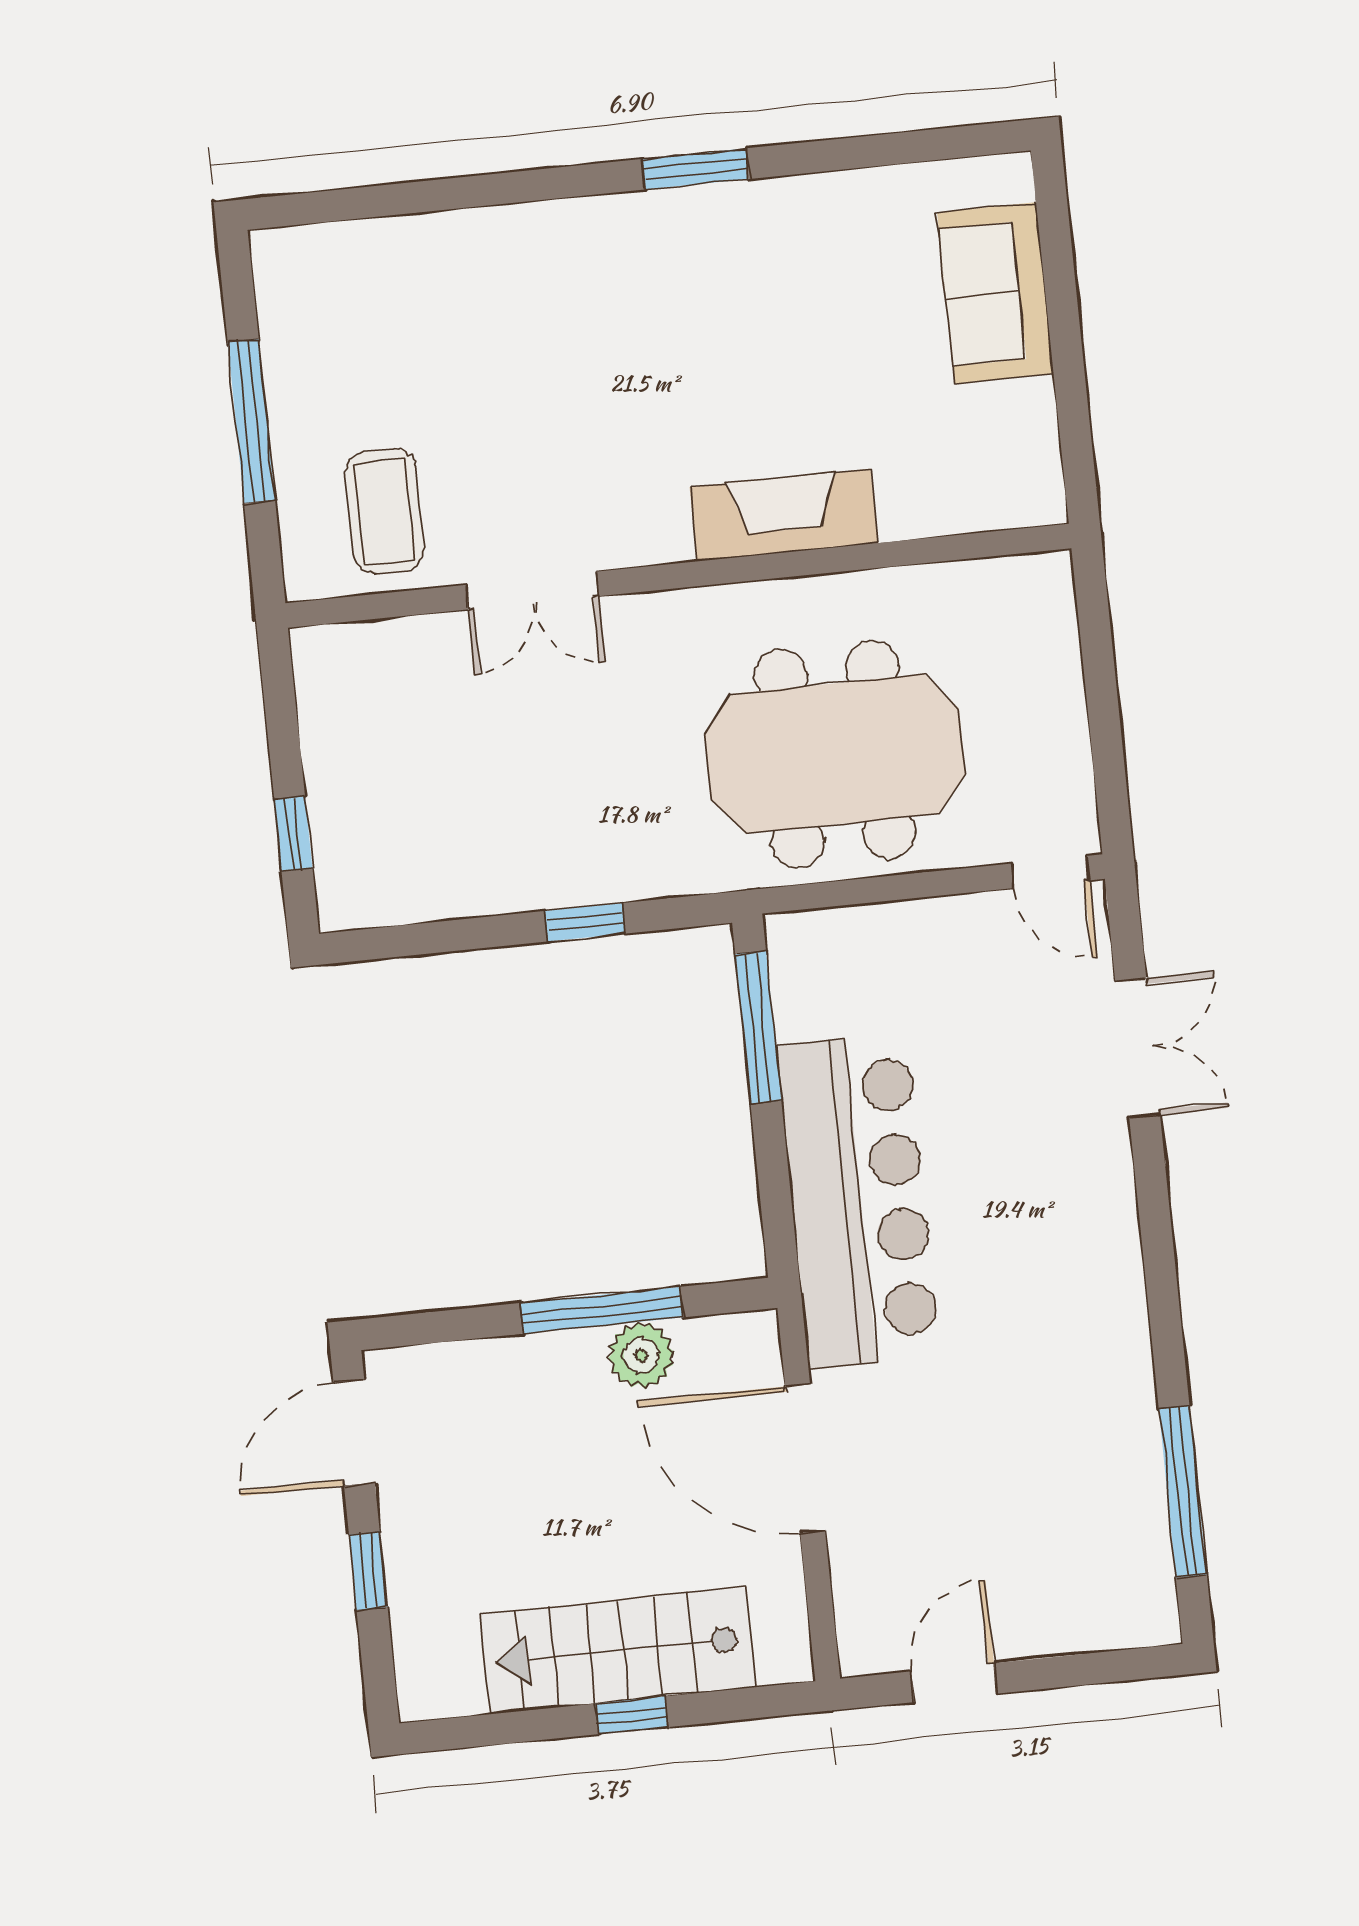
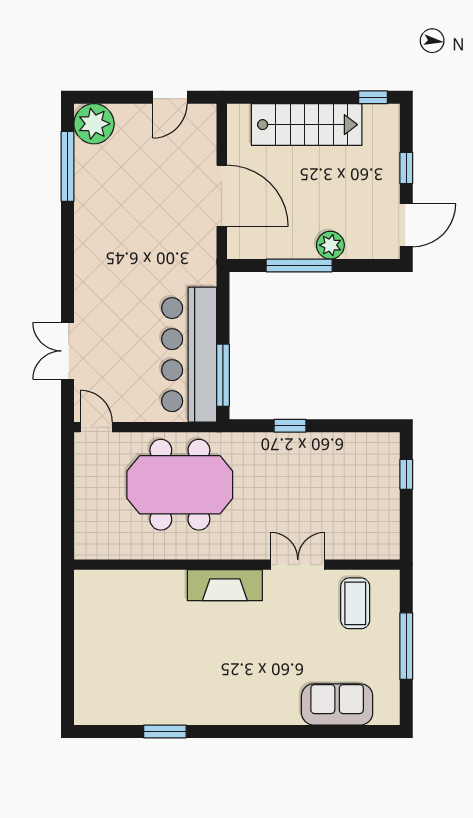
window: (695, 169) -> (165, 731), moved
sofa: (995, 293) -> (337, 704), moved, turned -90
fireplace: (784, 515) -> (225, 585), moved
bar counter: (858, 1201) -> (189, 355), moved
plant: (641, 1355) -> (330, 245), moved
plant: (1130, 1601) -> (94, 124), added
window: (632, 1715) -> (373, 97), moved

